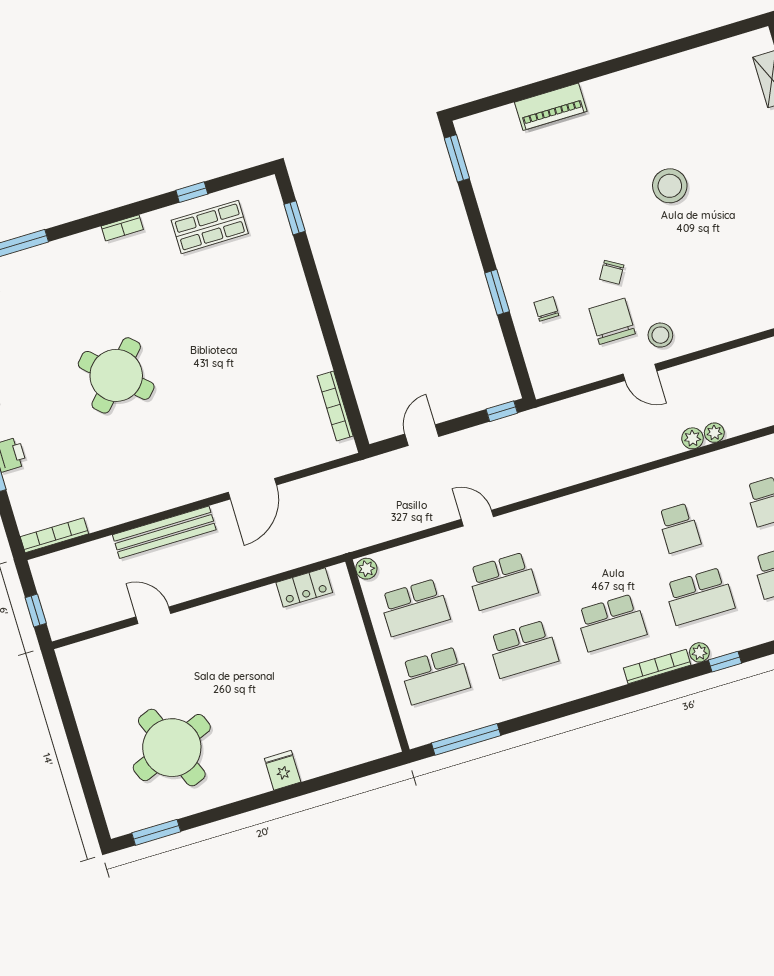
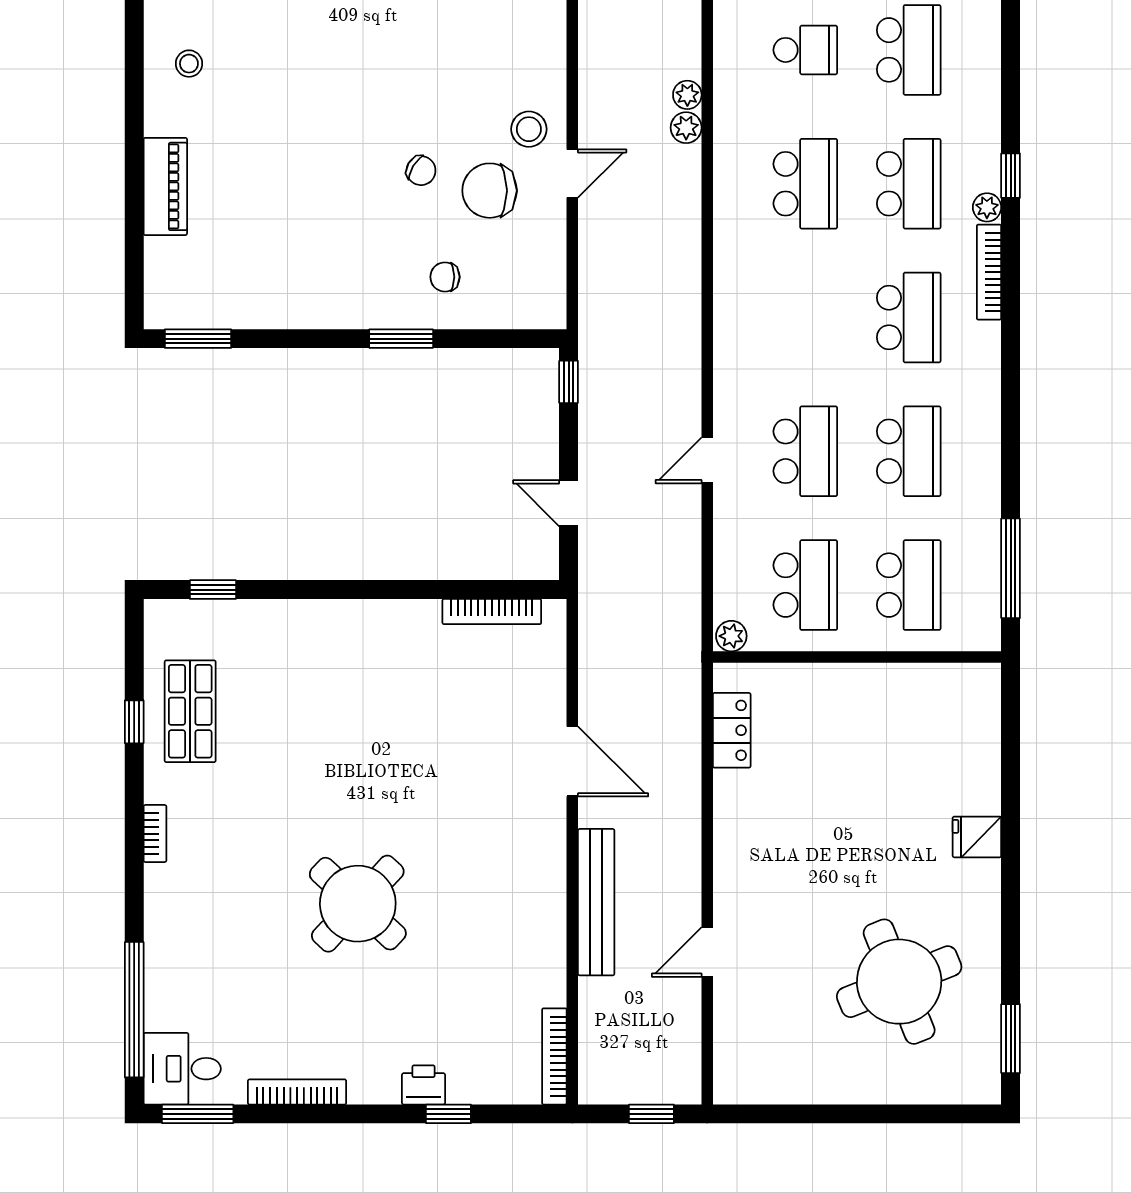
stool: (670, 186) -> (189, 64), moved, width x0.53, depth x0.53
school desk: (679, 528) -> (805, 184), width x1.85

